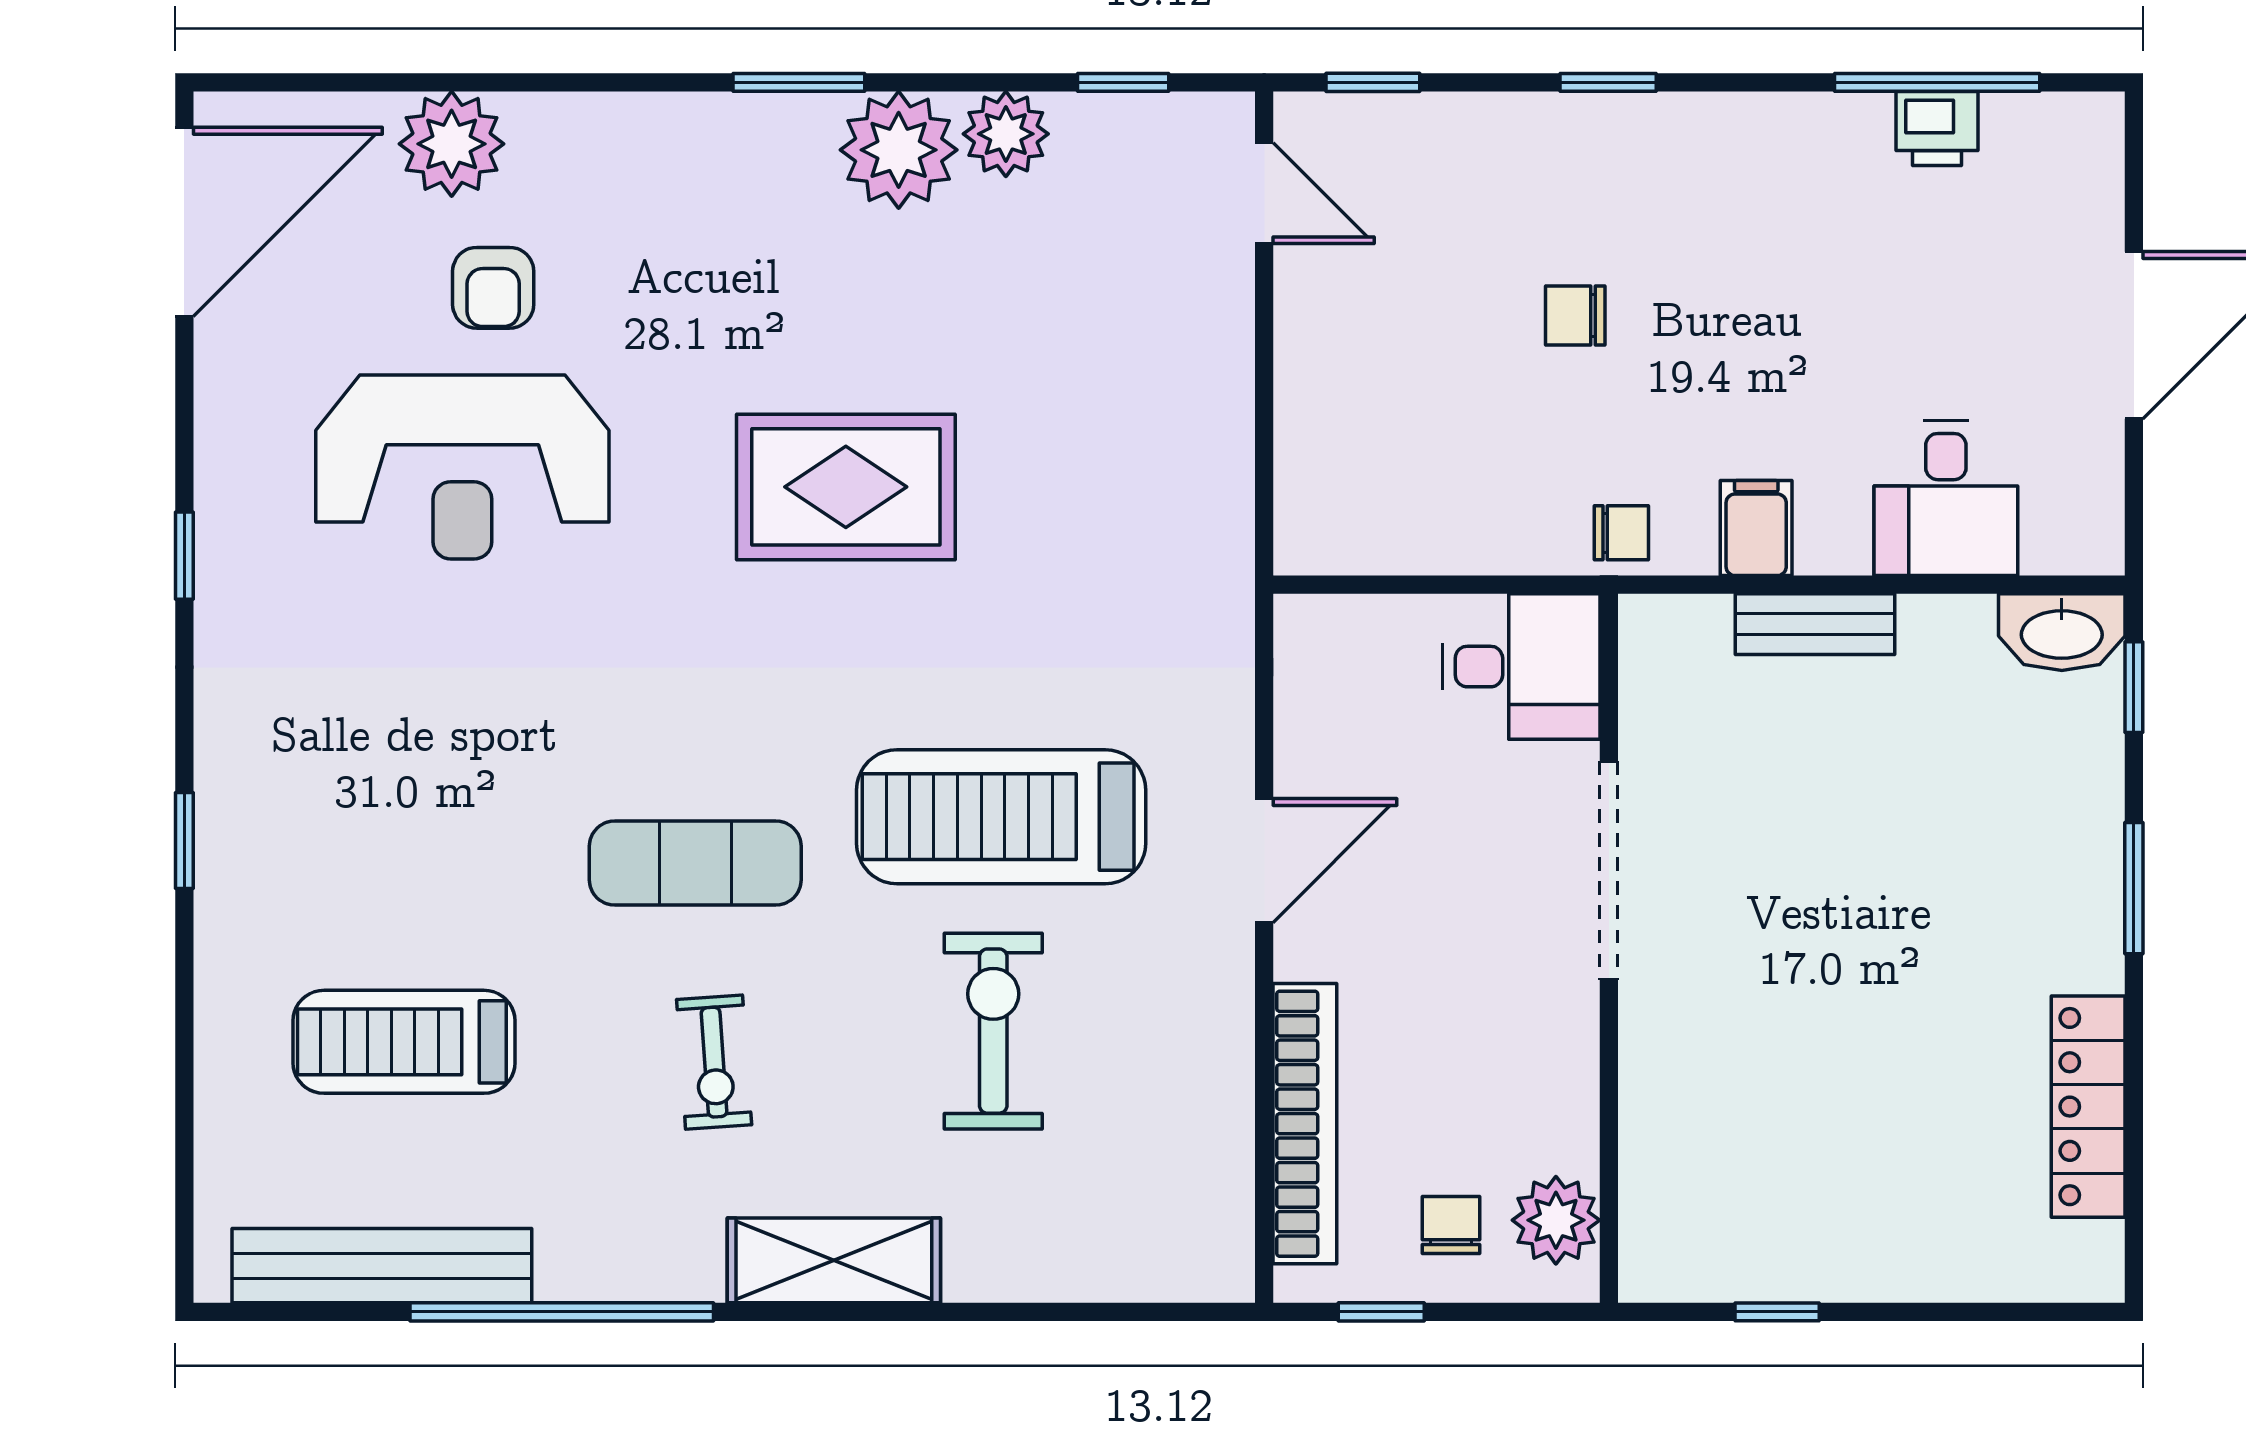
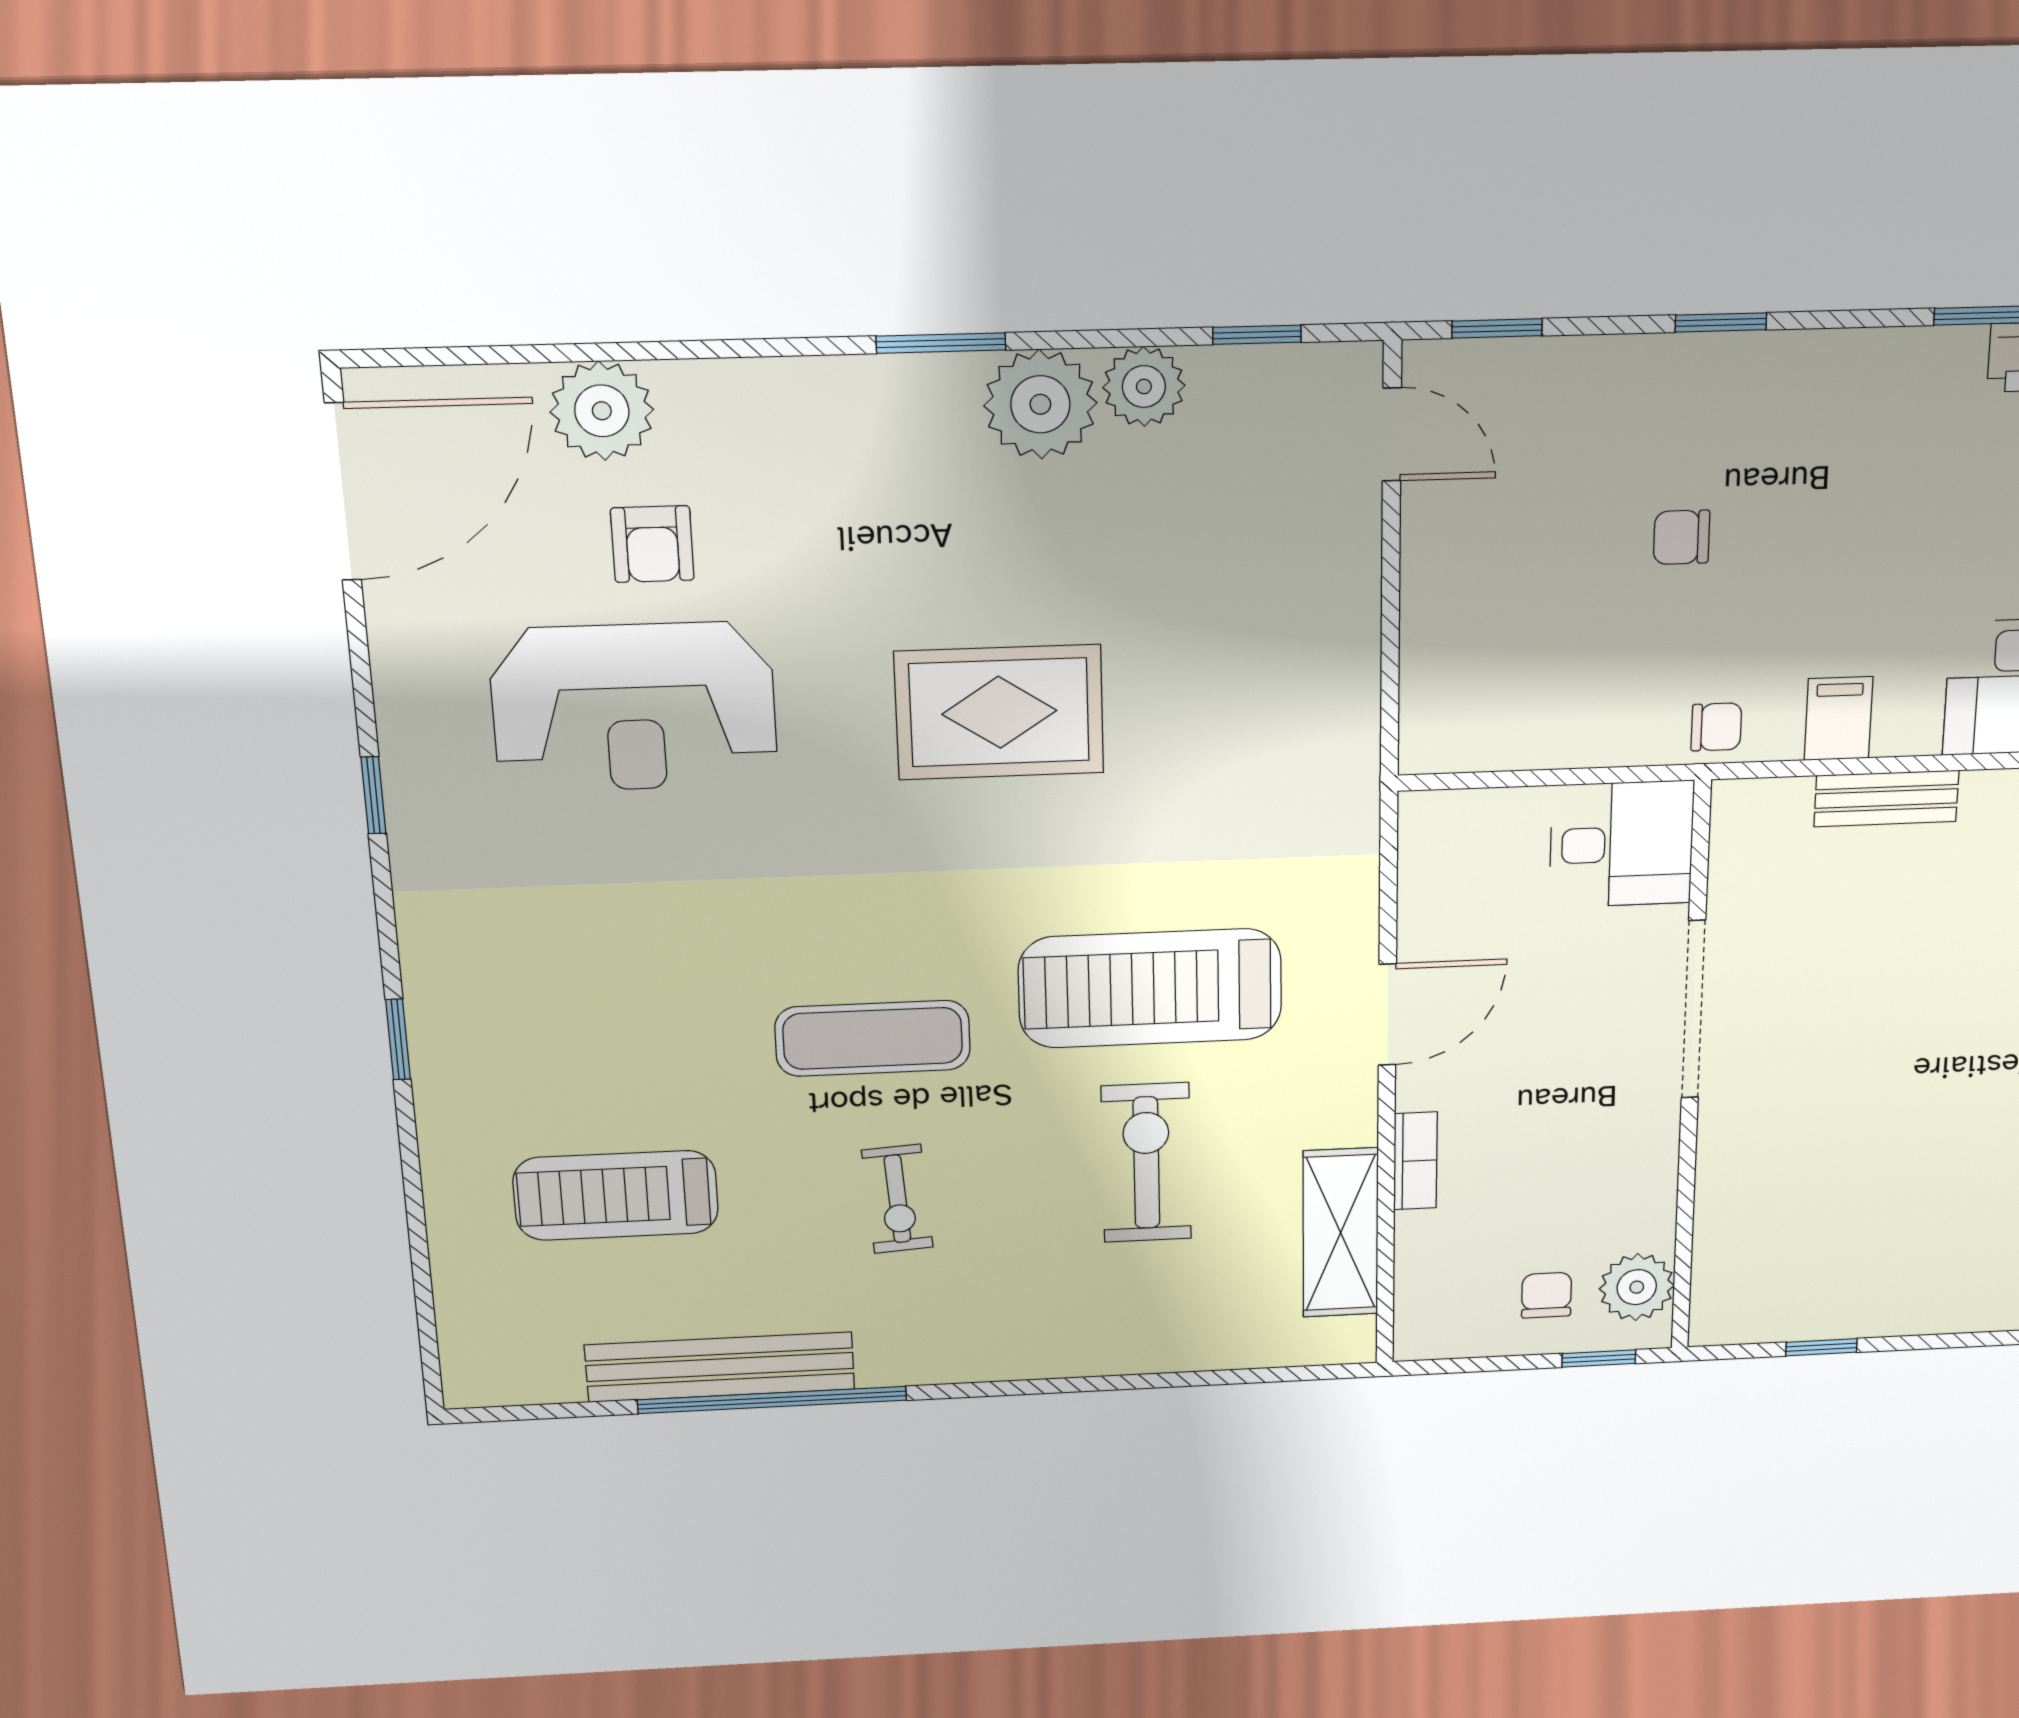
bookcase: (1305, 1124) -> (1415, 1161), width x0.43, depth x0.76
shelving: (834, 1260) -> (1341, 1233), moved, turned 90
bench: (382, 1266) -> (720, 1367), moved
window: (1381, 1312) -> (1599, 1358), moved

